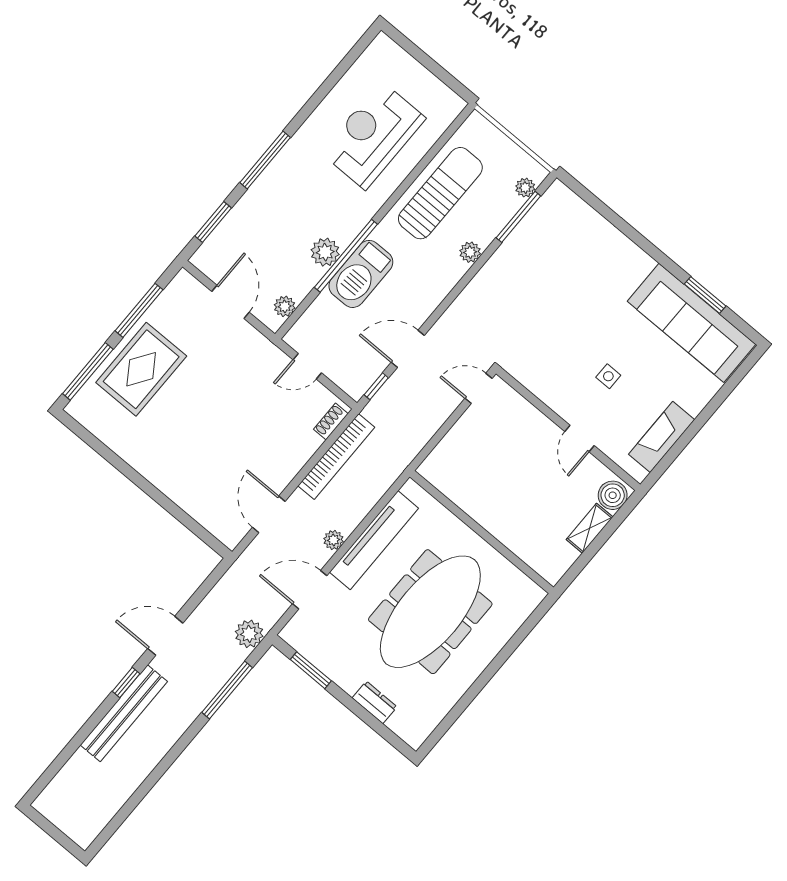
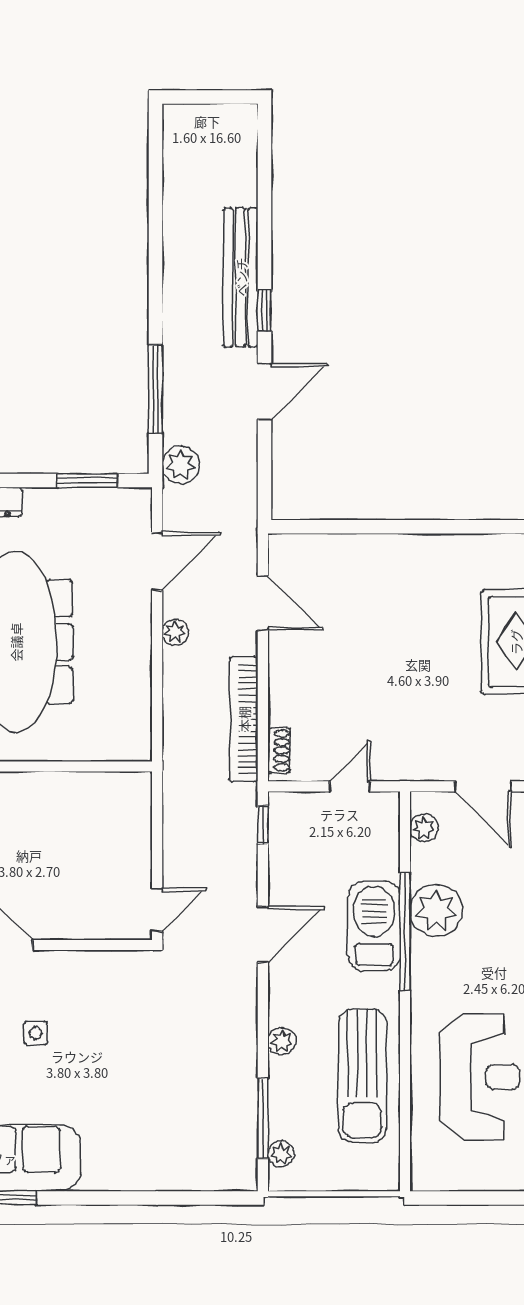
plant: (325, 252) -> (436, 911), width x1.36, depth x1.36
door: (408, 349) -> (263, 934), moved
tv unit: (374, 540) -> (134, 667), removed

